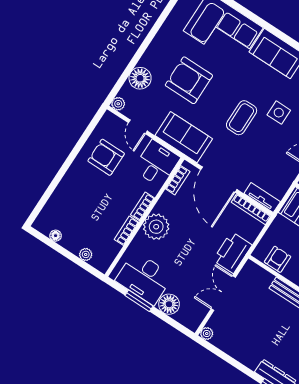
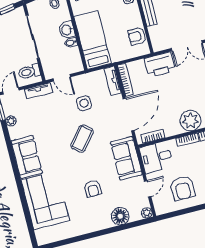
armchair: (189, 80) -> (93, 189), width x0.53, depth x0.53
side table: (279, 113) -> (84, 103), moved
coffee table: (242, 118) -> (82, 139), turned -50

